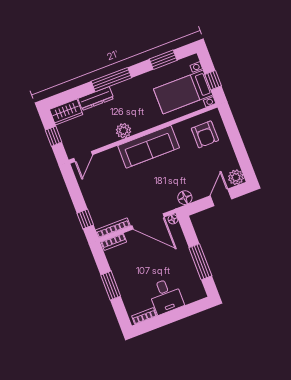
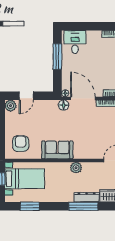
window: (111, 80) -> (83, 206), moved
sofa: (149, 147) -> (57, 150), width x0.73
floor lamp: (185, 198) -> (64, 105), moved
desk: (166, 296) -> (75, 42), moved

